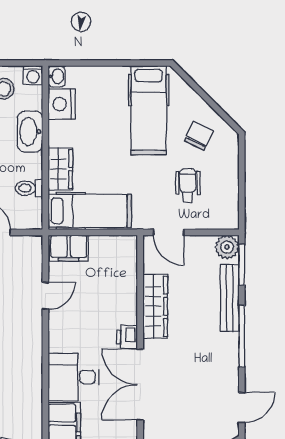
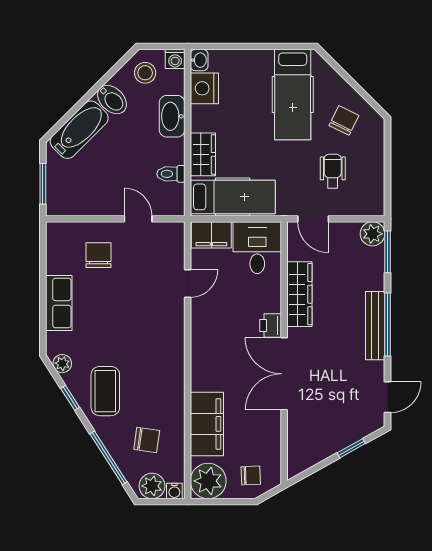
bench: (230, 298) -> (375, 326), moved
desk: (74, 377) -> (257, 248), moved, turned 90

